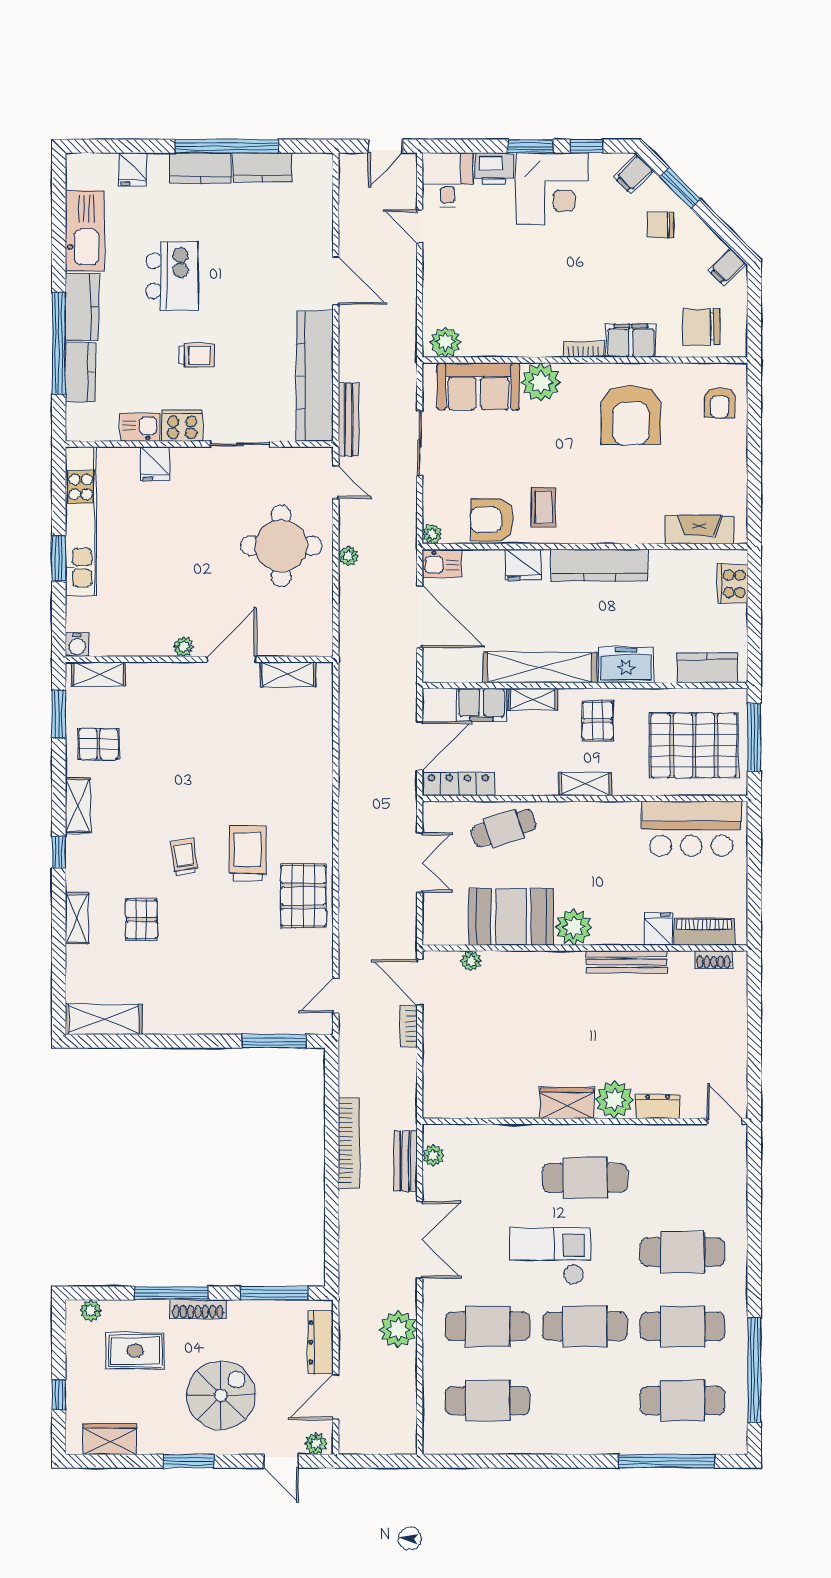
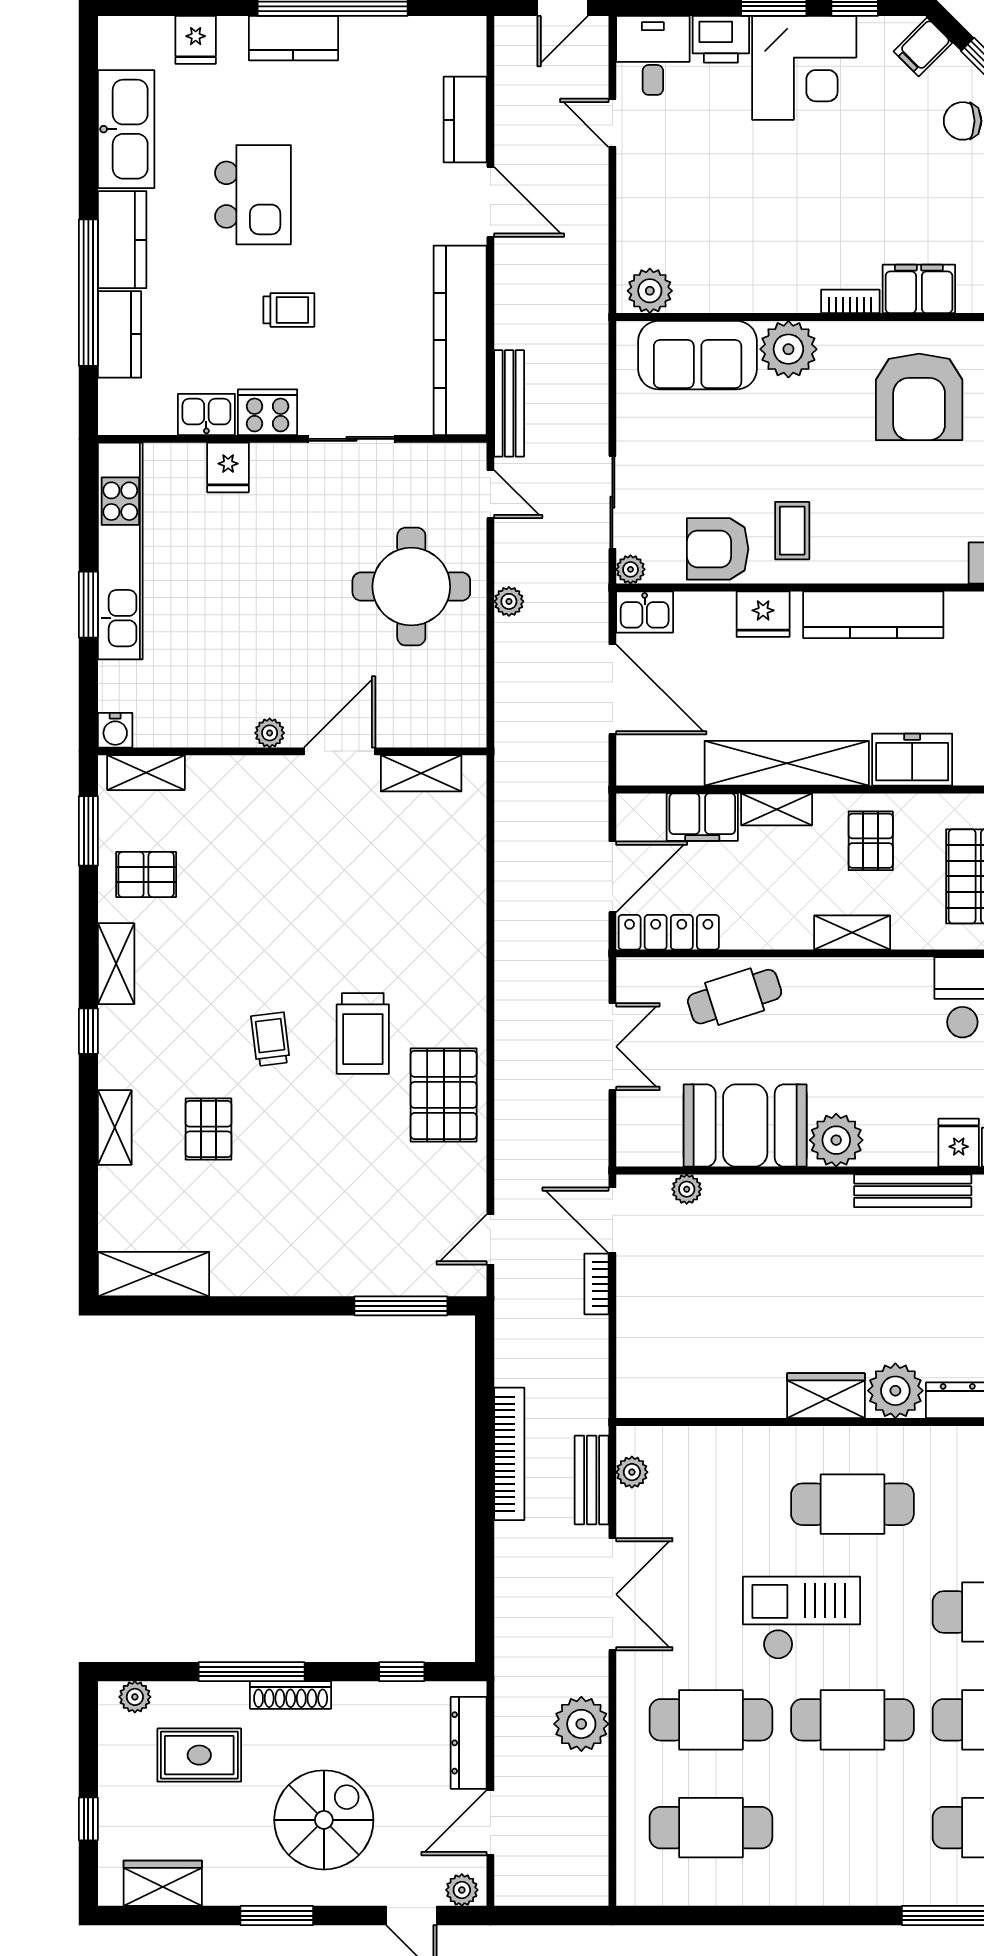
kitchen counter: (262, 167) -> (465, 120), moved, turned 90
sliding door: (420, 444) -> (612, 502), moved
trolley: (248, 854) -> (363, 1033), turned 180
window: (274, 1293) -> (402, 1672), width x0.46

